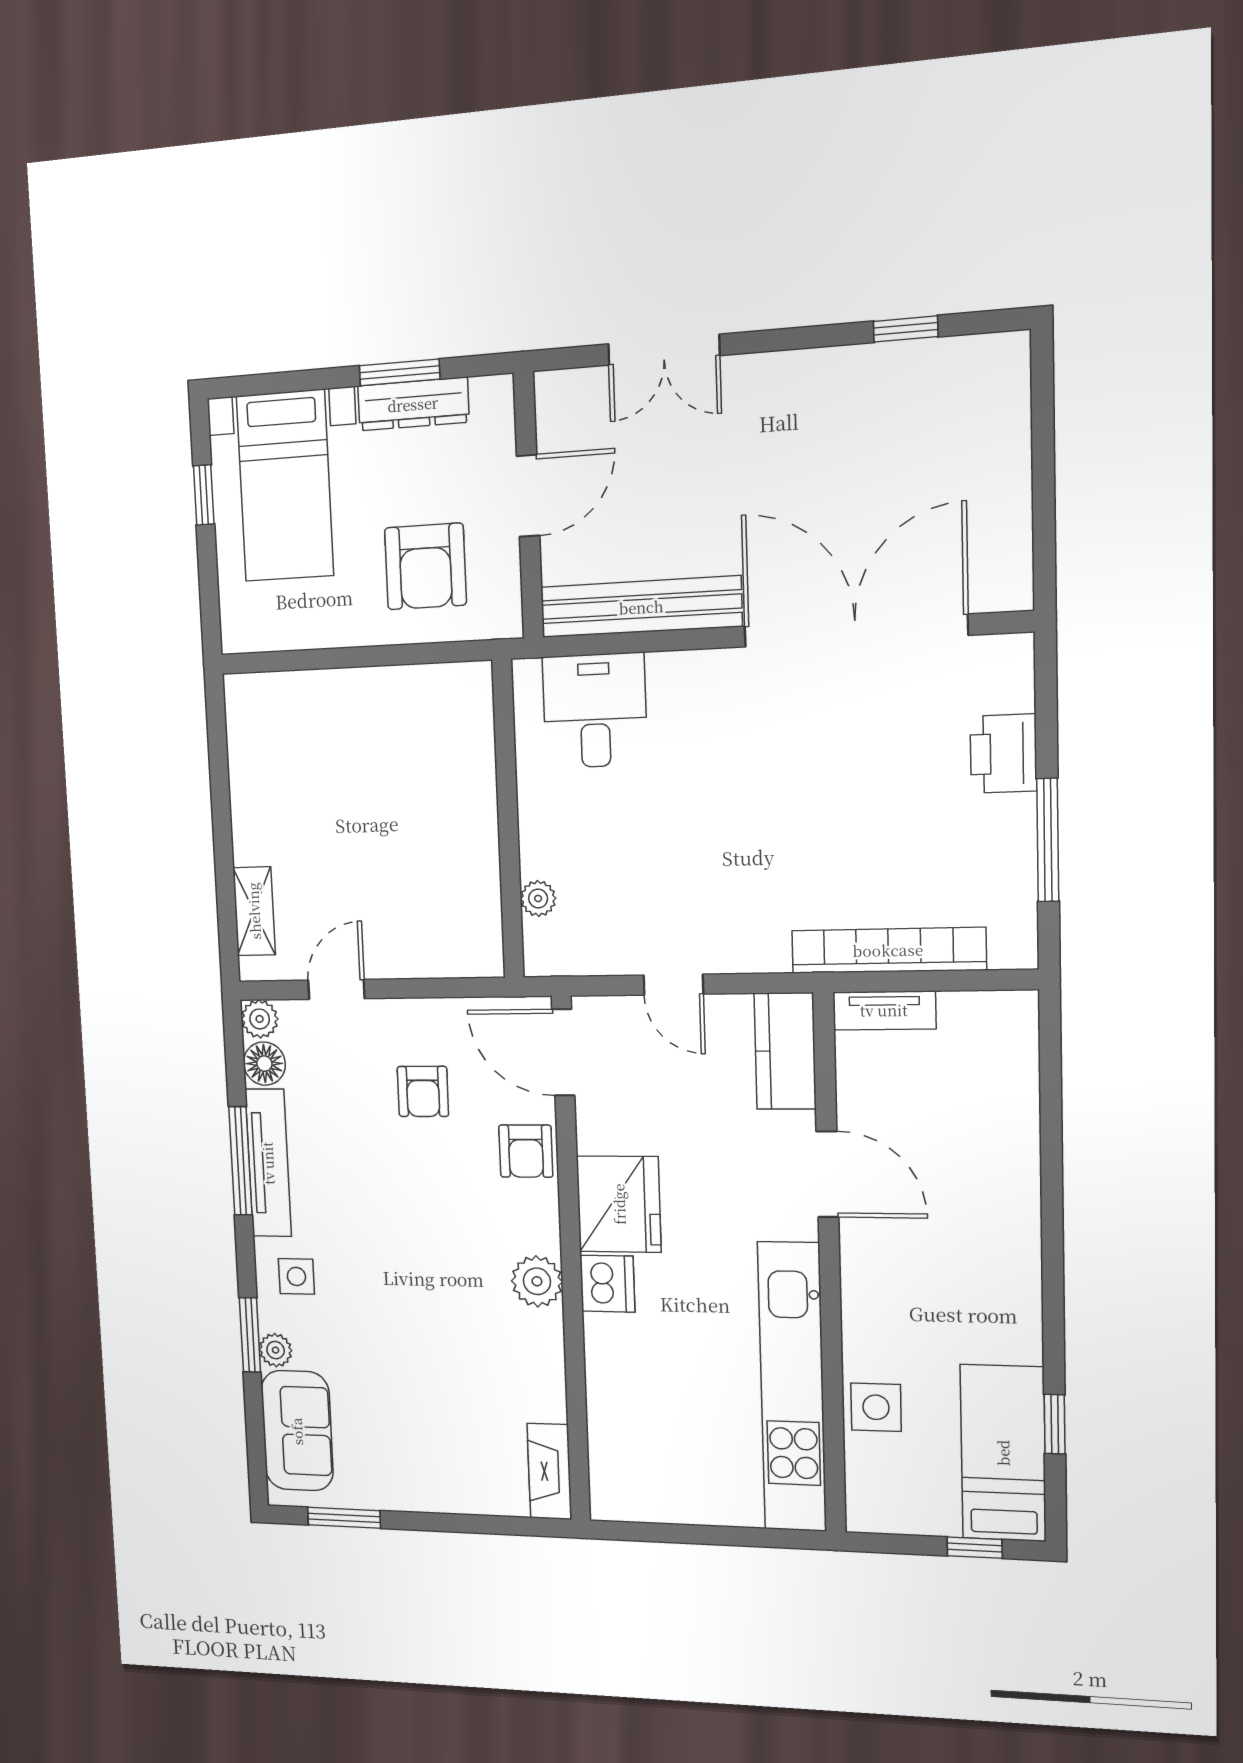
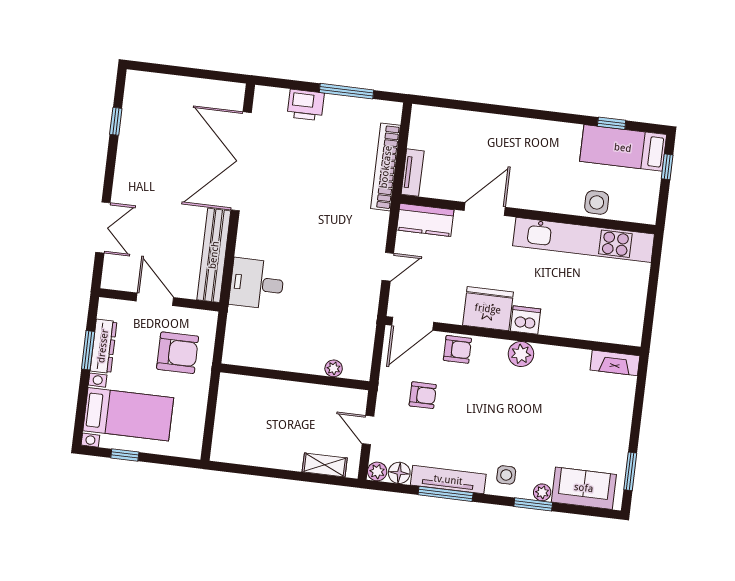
wall: (508, 820) -> (295, 377), moved
plant: (538, 898) -> (334, 368), moved

